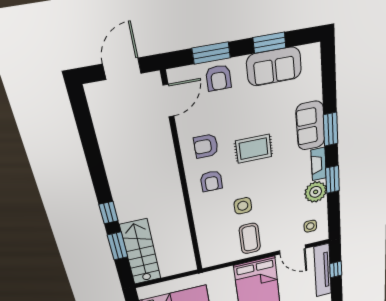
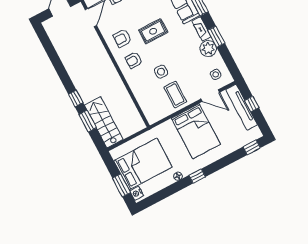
armchair: (211, 181) -> (134, 60), turned 90

